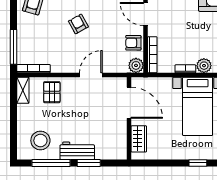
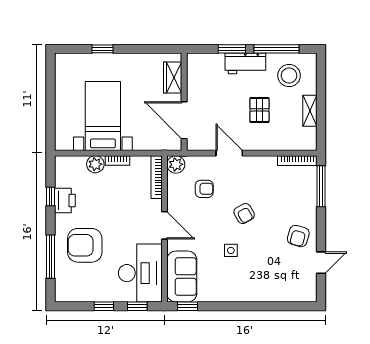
armchair: (133, 43) -> (204, 189), moved
door: (91, 75) -> (229, 153), swing flipped
shelving: (23, 90) -> (310, 111), moved
pallet: (52, 92) -> (259, 110), moved

